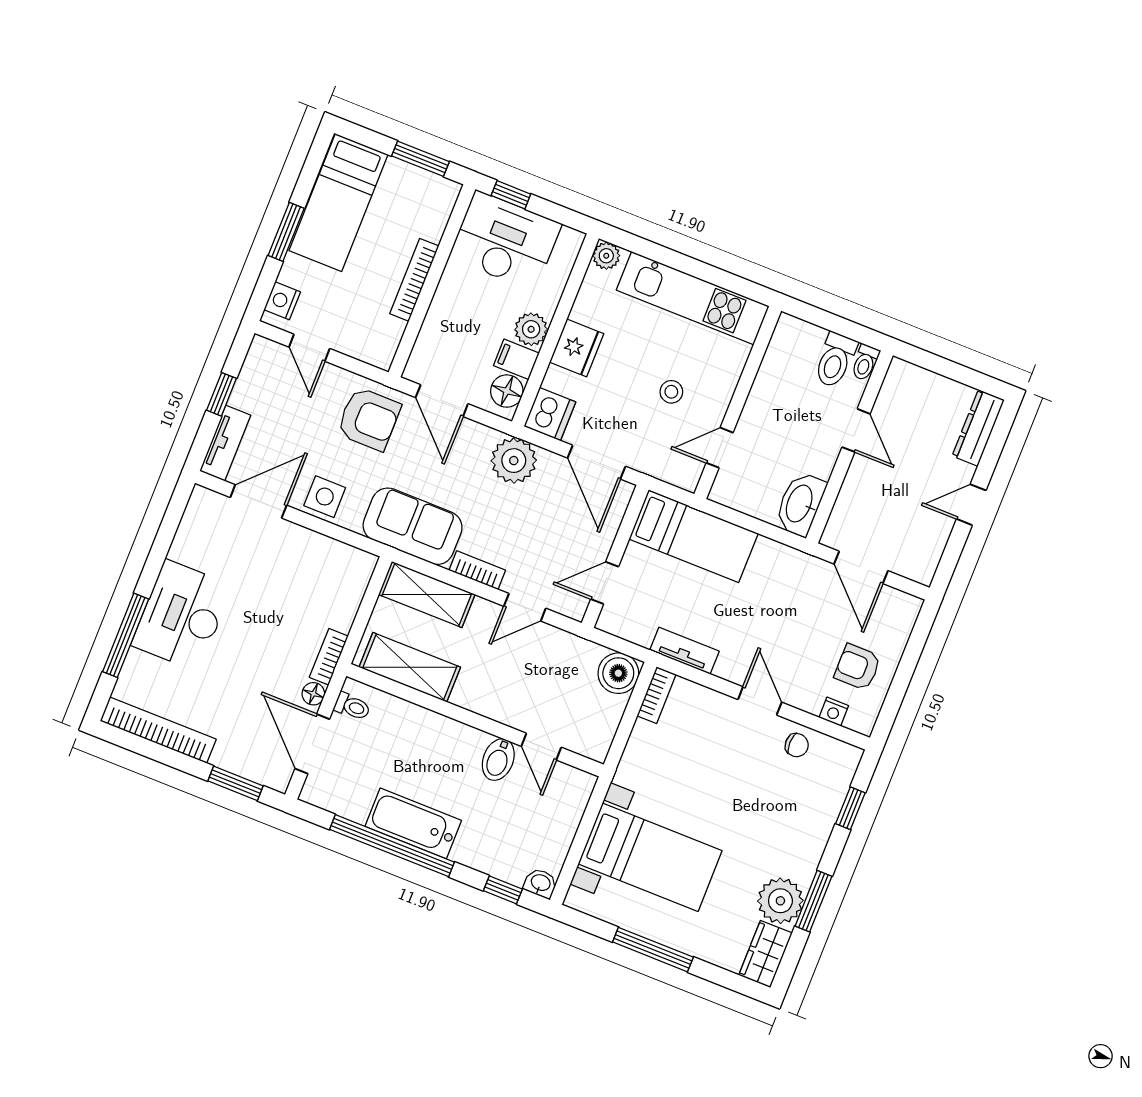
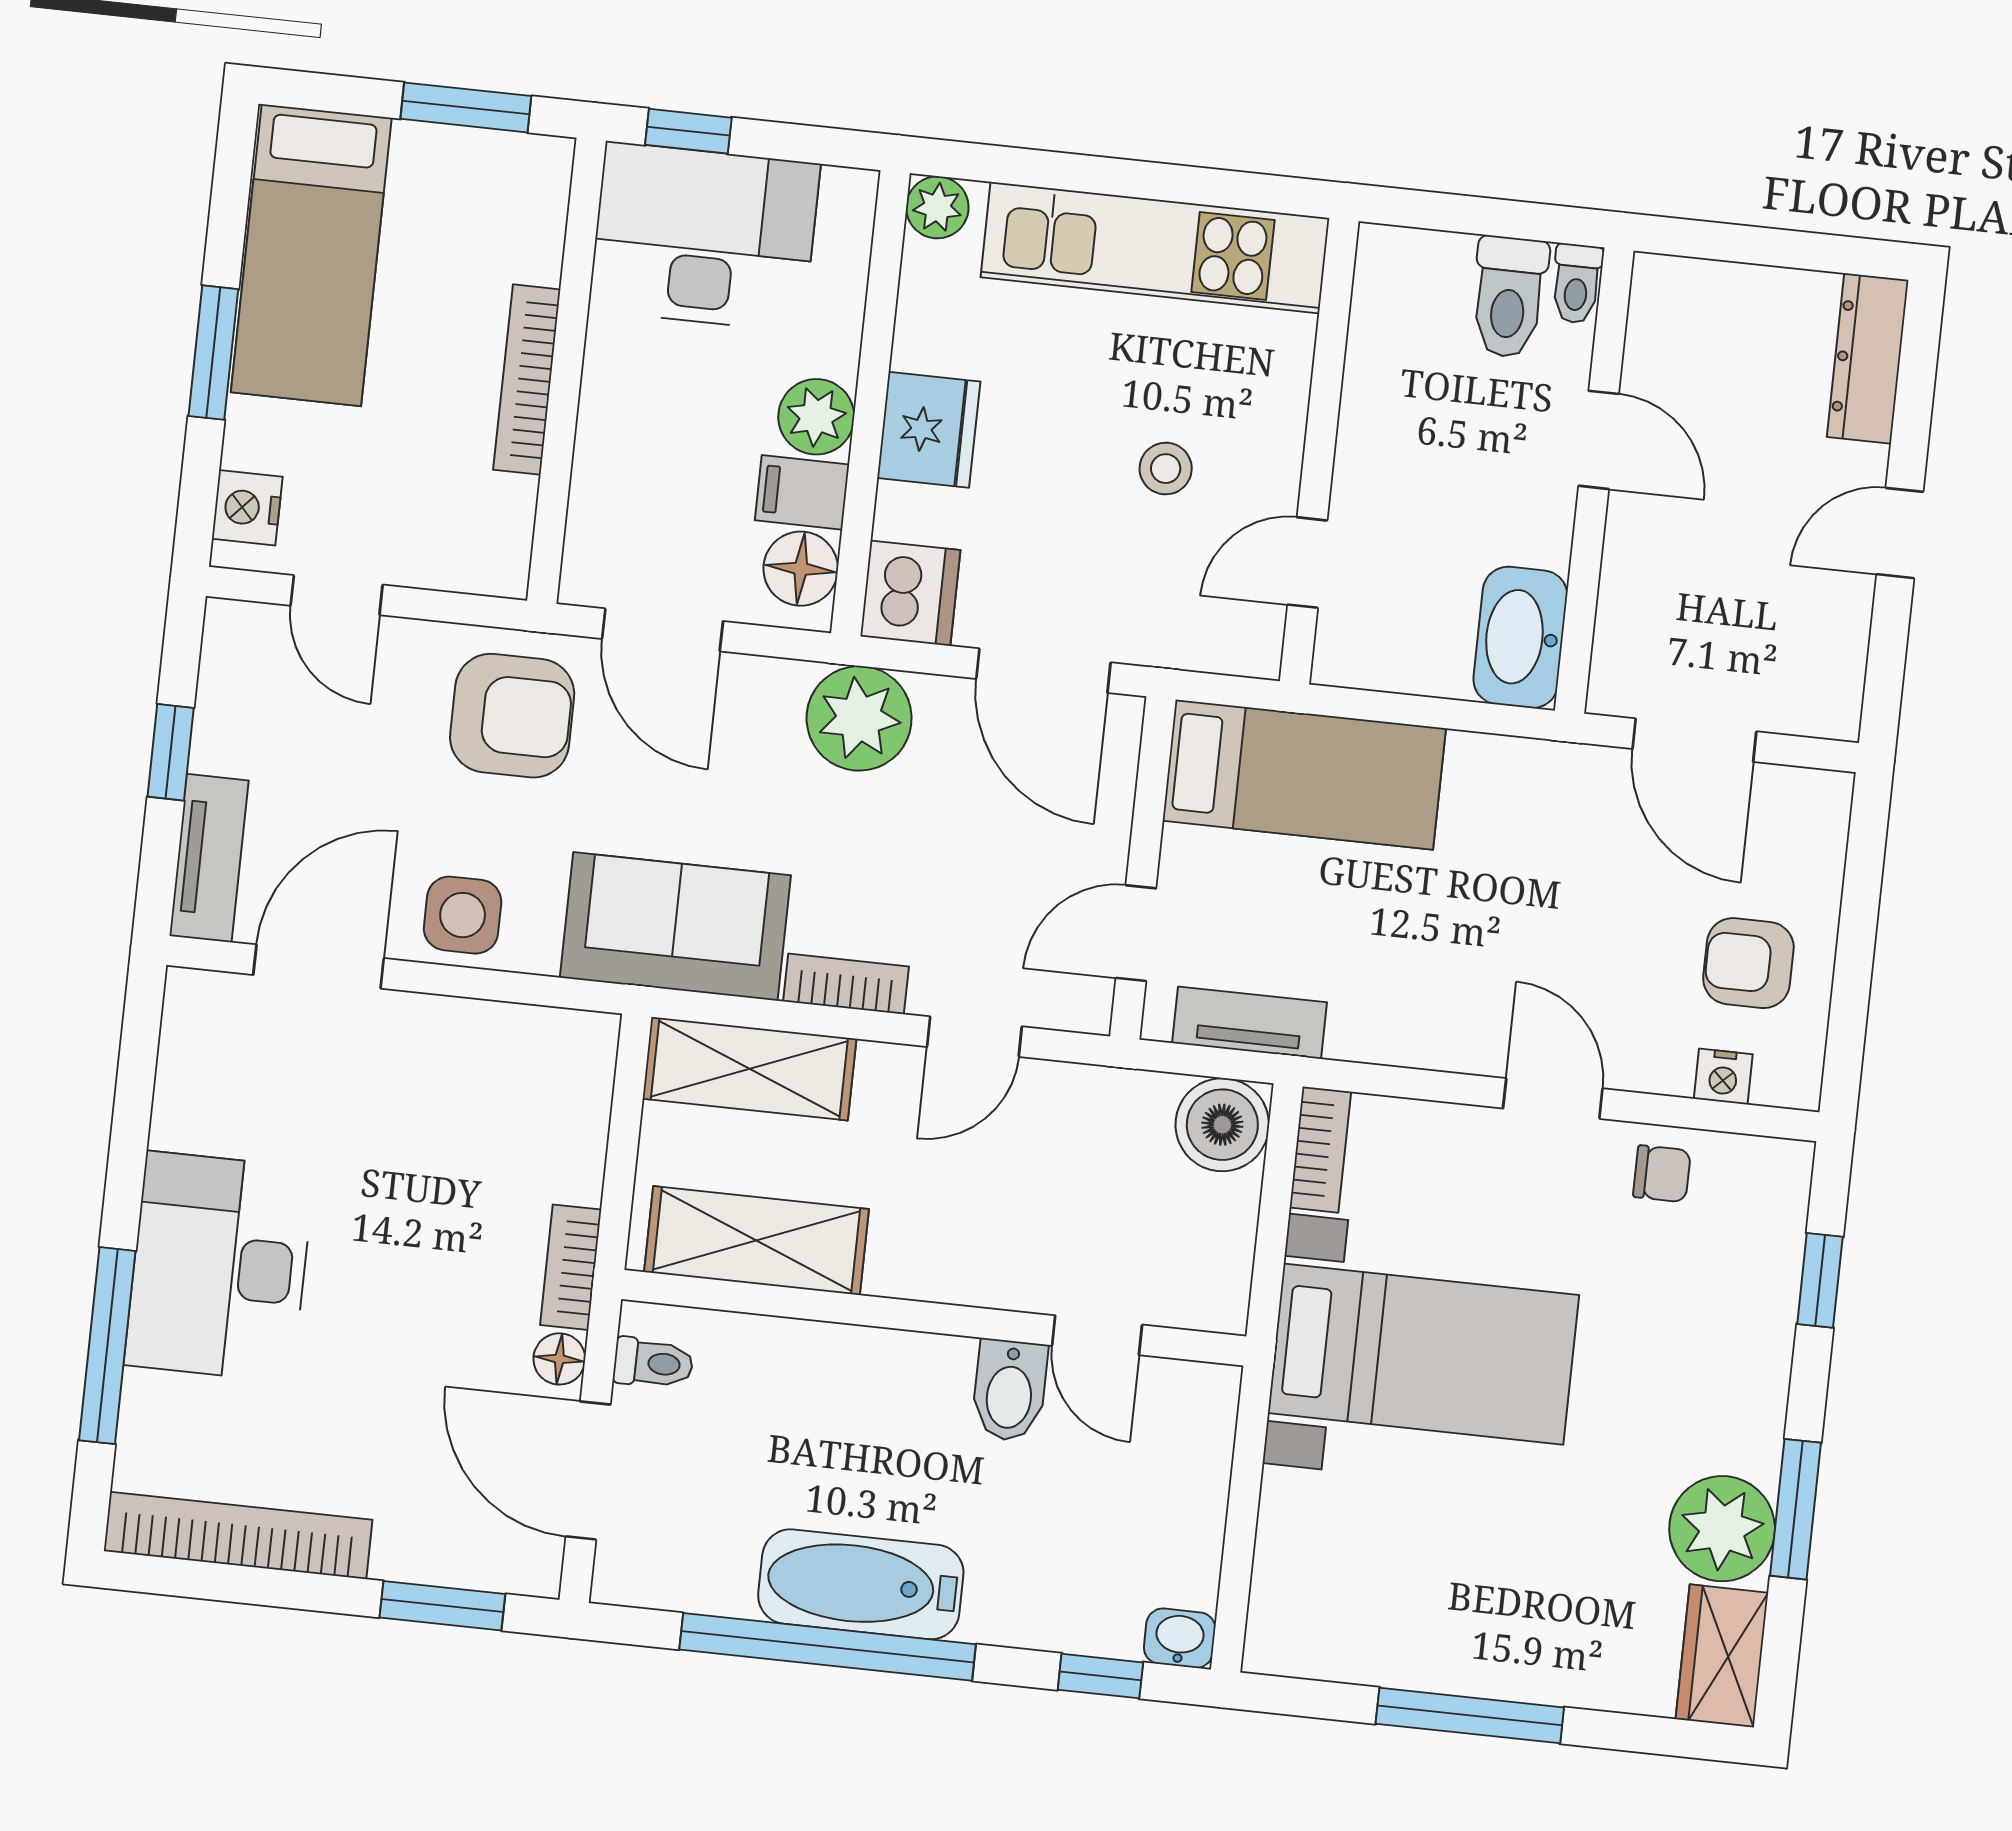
tv unit: (684, 651) -> (1250, 1023), moved
bed with nightstands: (650, 857) -> (1423, 1354), moved

